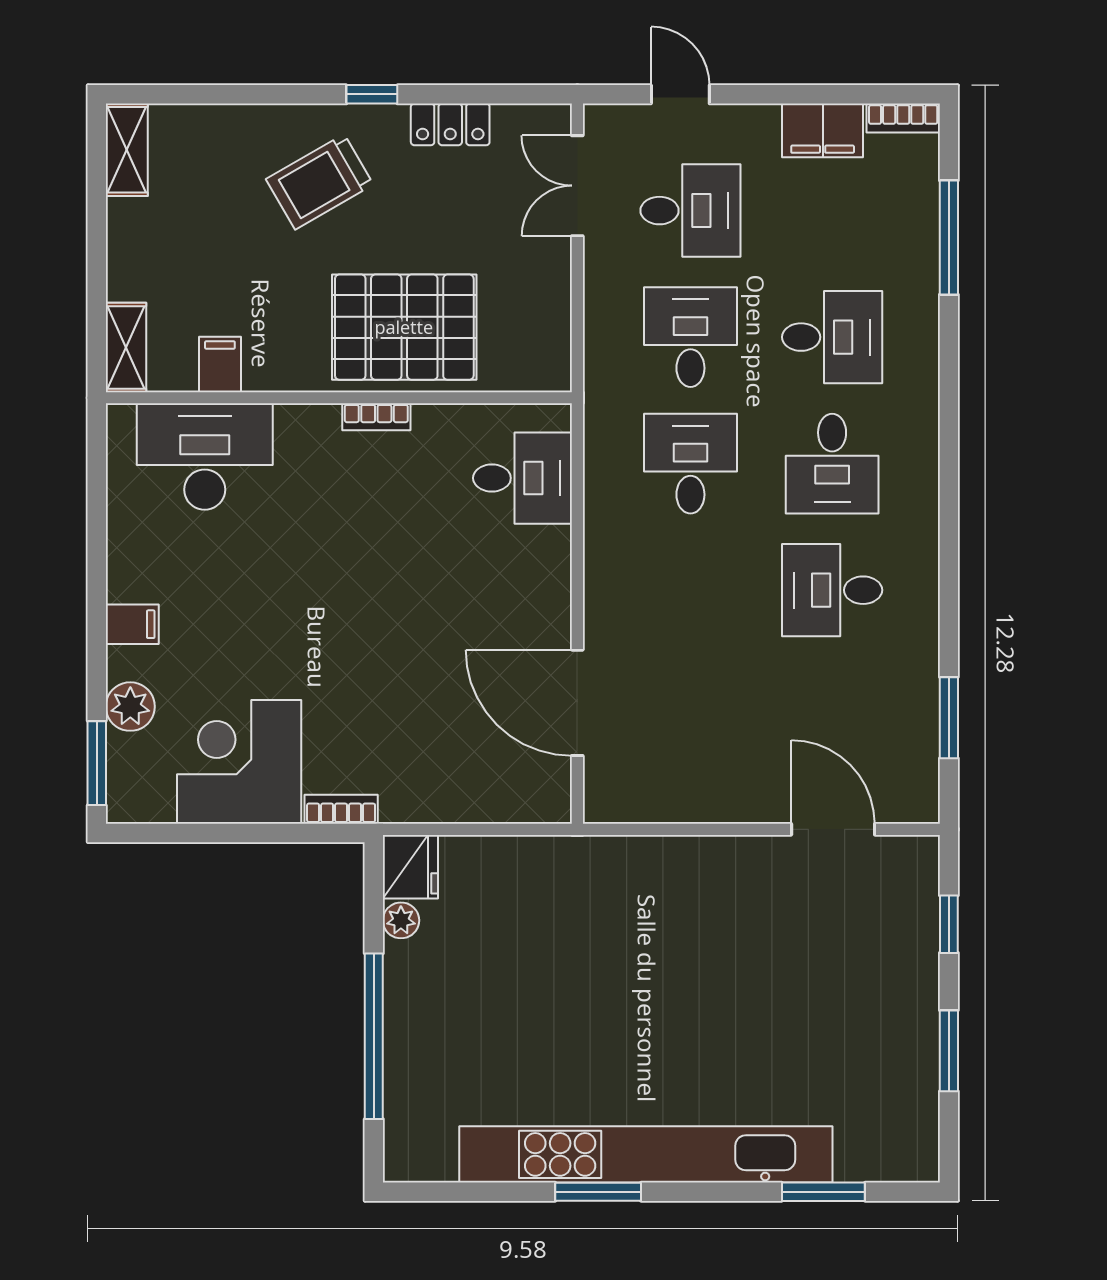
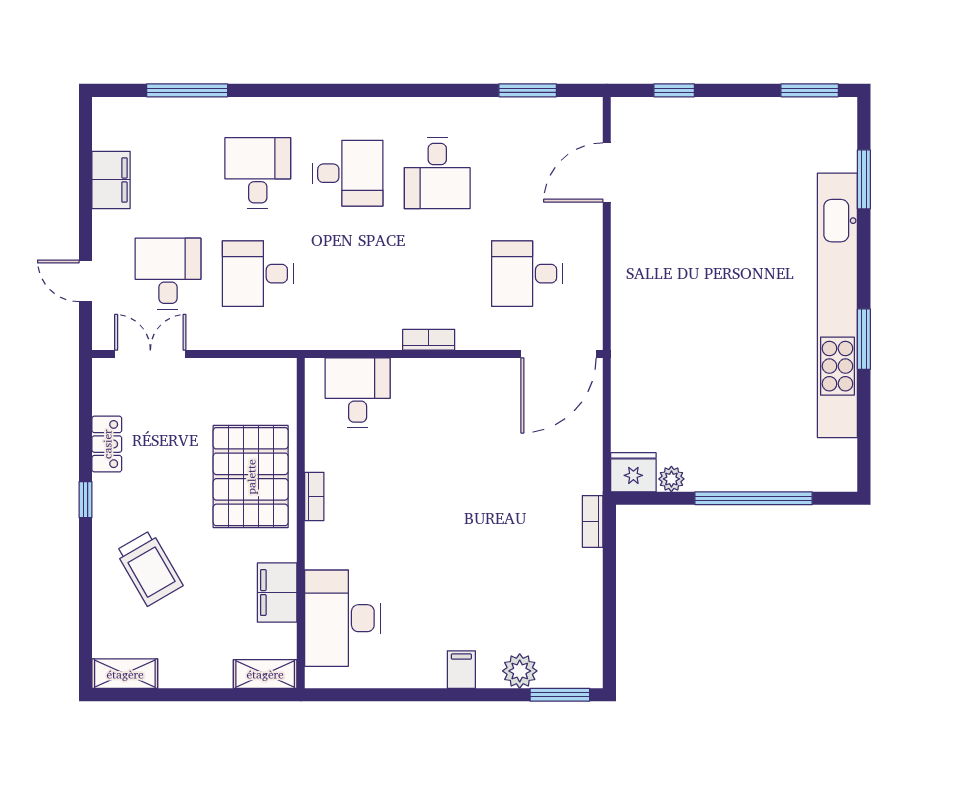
door: (680, 94) -> (86, 281), hinge flipped
bookcase: (903, 118) -> (429, 340), moved, turned -90
trolley: (320, 182) -> (149, 568), moved
double door: (577, 186) -> (150, 354), swing flipped
filing cabinet: (220, 364) -> (277, 593), width x2.00
desk: (690, 464) -> (527, 274), moved
door: (577, 703) -> (559, 354), moved
corner desk: (239, 762) -> (559, 594), removed
window: (949, 1051) -> (810, 90), moved

